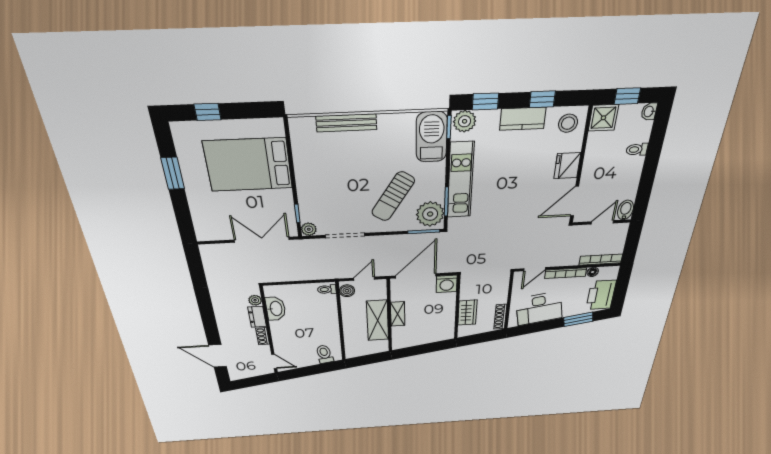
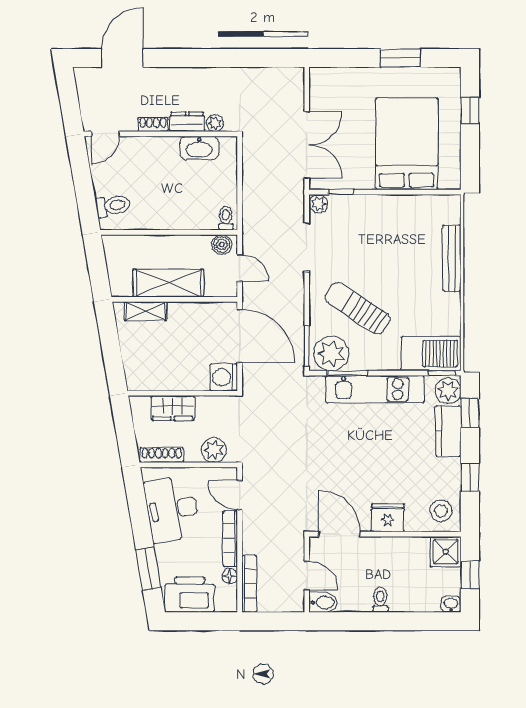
kitchen counter: (523, 119) -> (448, 431), moved
toilet: (637, 149) -> (380, 600), moved
plant: (500, 287) -> (214, 450), added
shelving: (398, 314) -> (146, 311), moved

